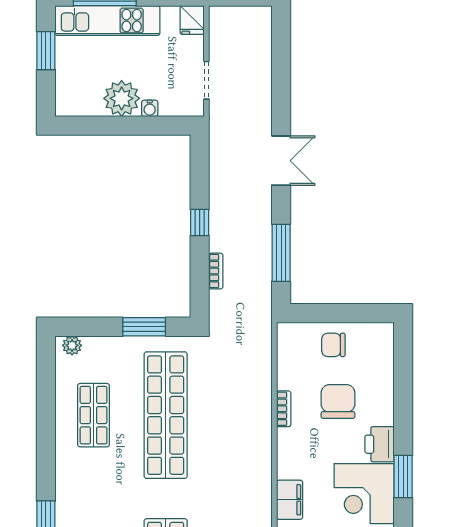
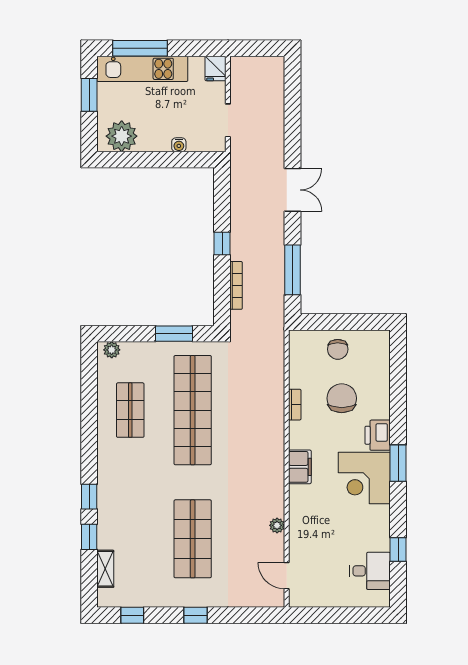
plant: (122, 98) -> (122, 136), moved
bookcase: (216, 271) -> (236, 285), width x1.56
chair: (333, 345) -> (338, 349), turned -90
filing cabinet: (290, 500) -> (300, 467), moved

